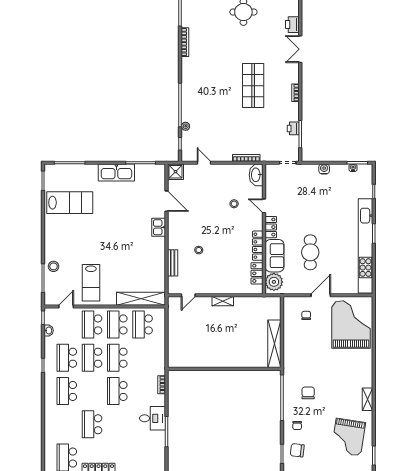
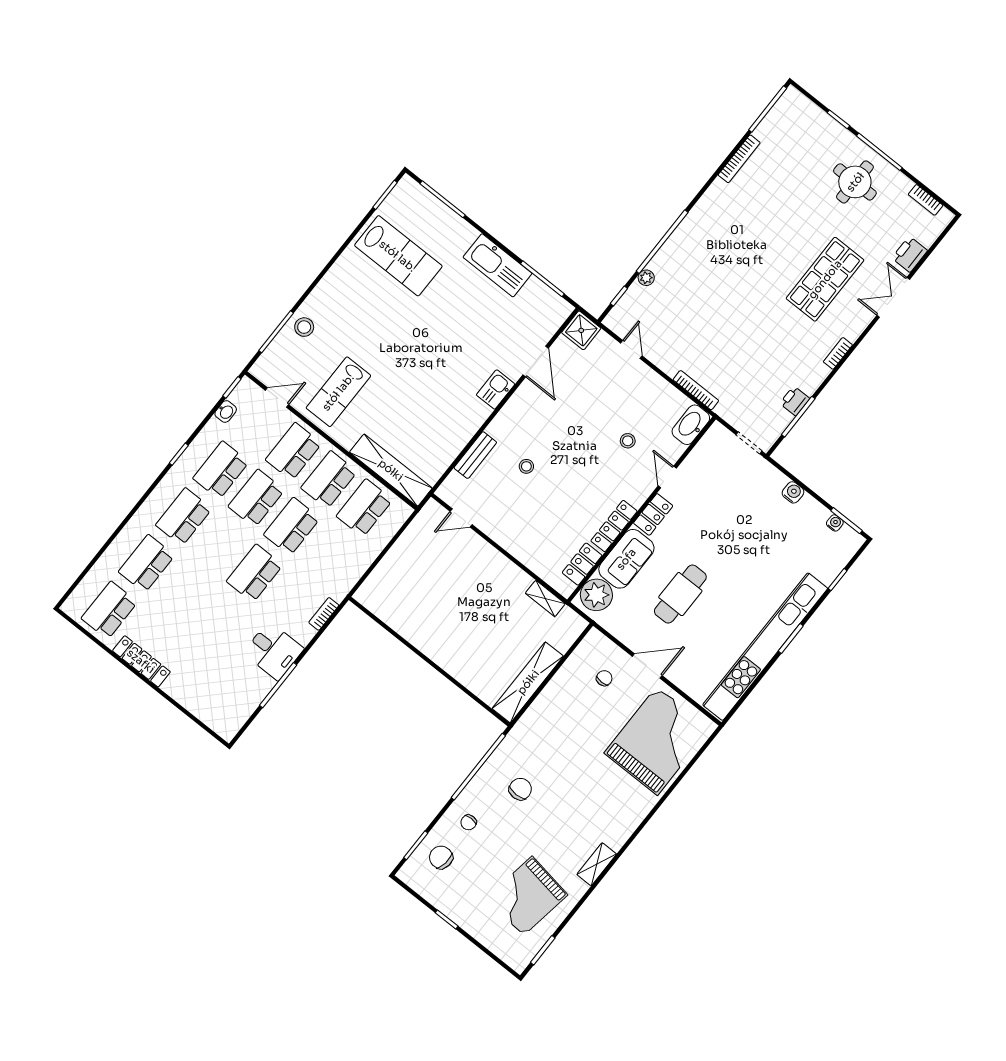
shop shelf: (253, 86) -> (825, 279), moved
shelving: (223, 301) -> (545, 598), moved
school desk: (92, 424) -> (147, 564), moved

